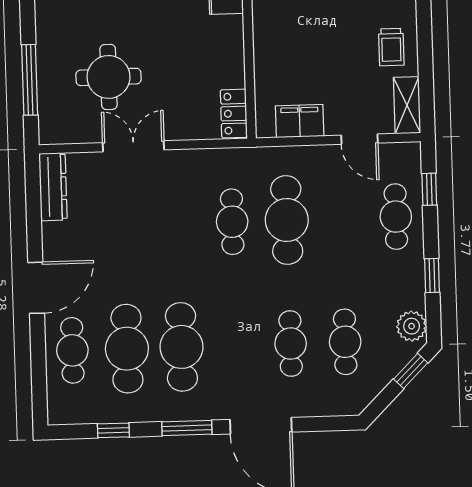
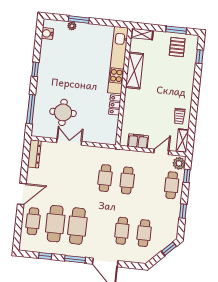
locker: (234, 114) -> (115, 105), moved
door: (359, 139) -> (161, 152), swing flipped
cafe table: (287, 220) -> (127, 180), width x0.73, depth x0.74
plant: (412, 326) -> (179, 163), moved

